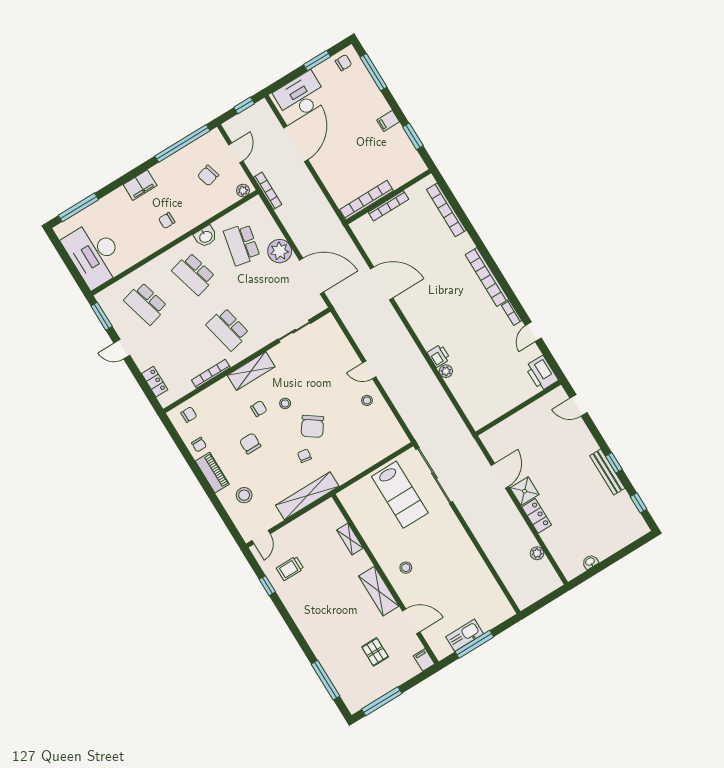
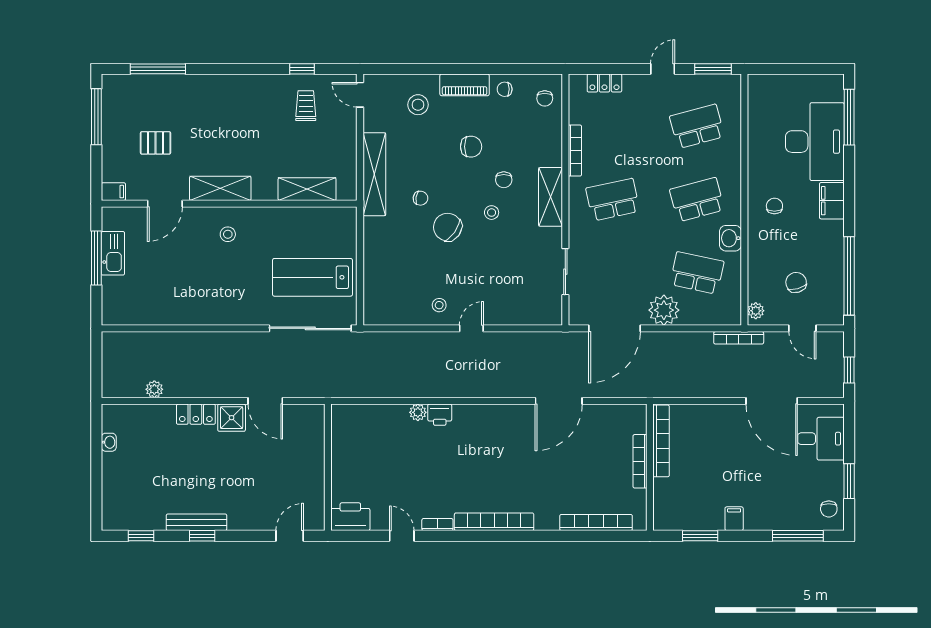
desk: (301, 96) -> (821, 439), width x0.73
desk: (94, 254) -> (815, 142), moved, turned 90
shelving: (350, 539) -> (307, 189), width x1.50, depth x1.33

